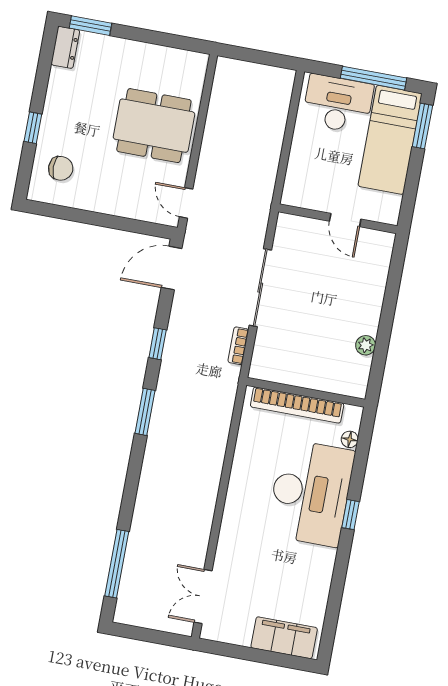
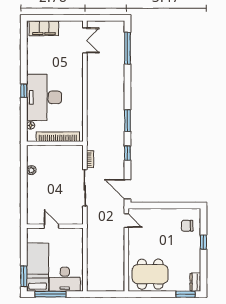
dining table: (154, 126) -> (150, 274), moved
door: (172, 268) -> (127, 189), swing flipped

